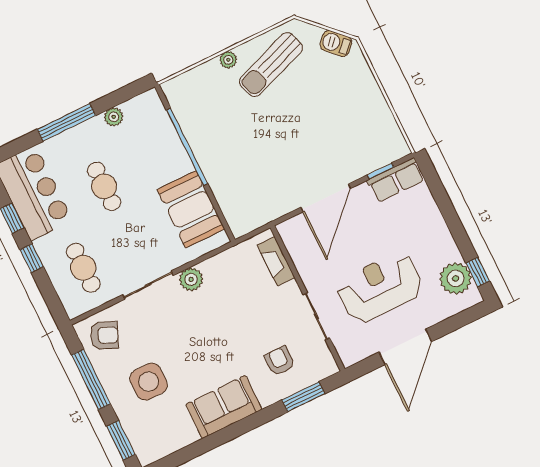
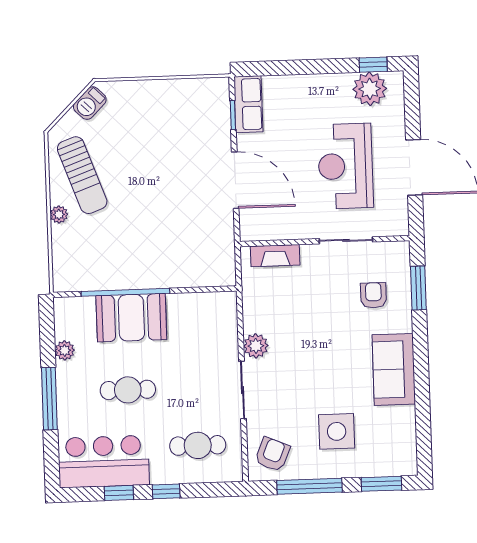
booth: (191, 209) -> (131, 318), moved
armchair: (280, 361) -> (373, 295), turned 90

